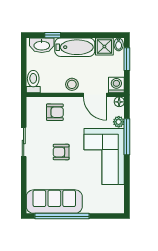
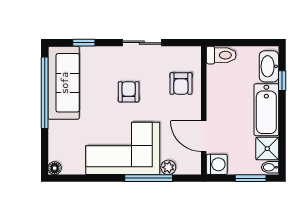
stool: (72, 84) -> (218, 106), removed
door: (95, 95) -> (204, 136), hinge flipped
floor lamp: (119, 102) -> (55, 168), moved
window: (24, 186) -> (84, 43), added

